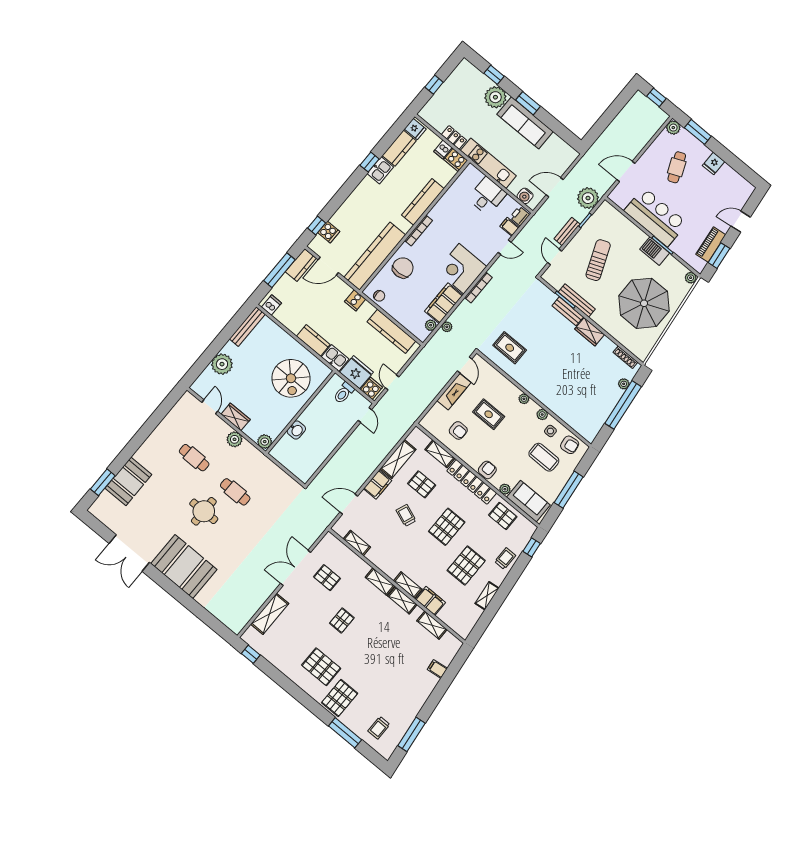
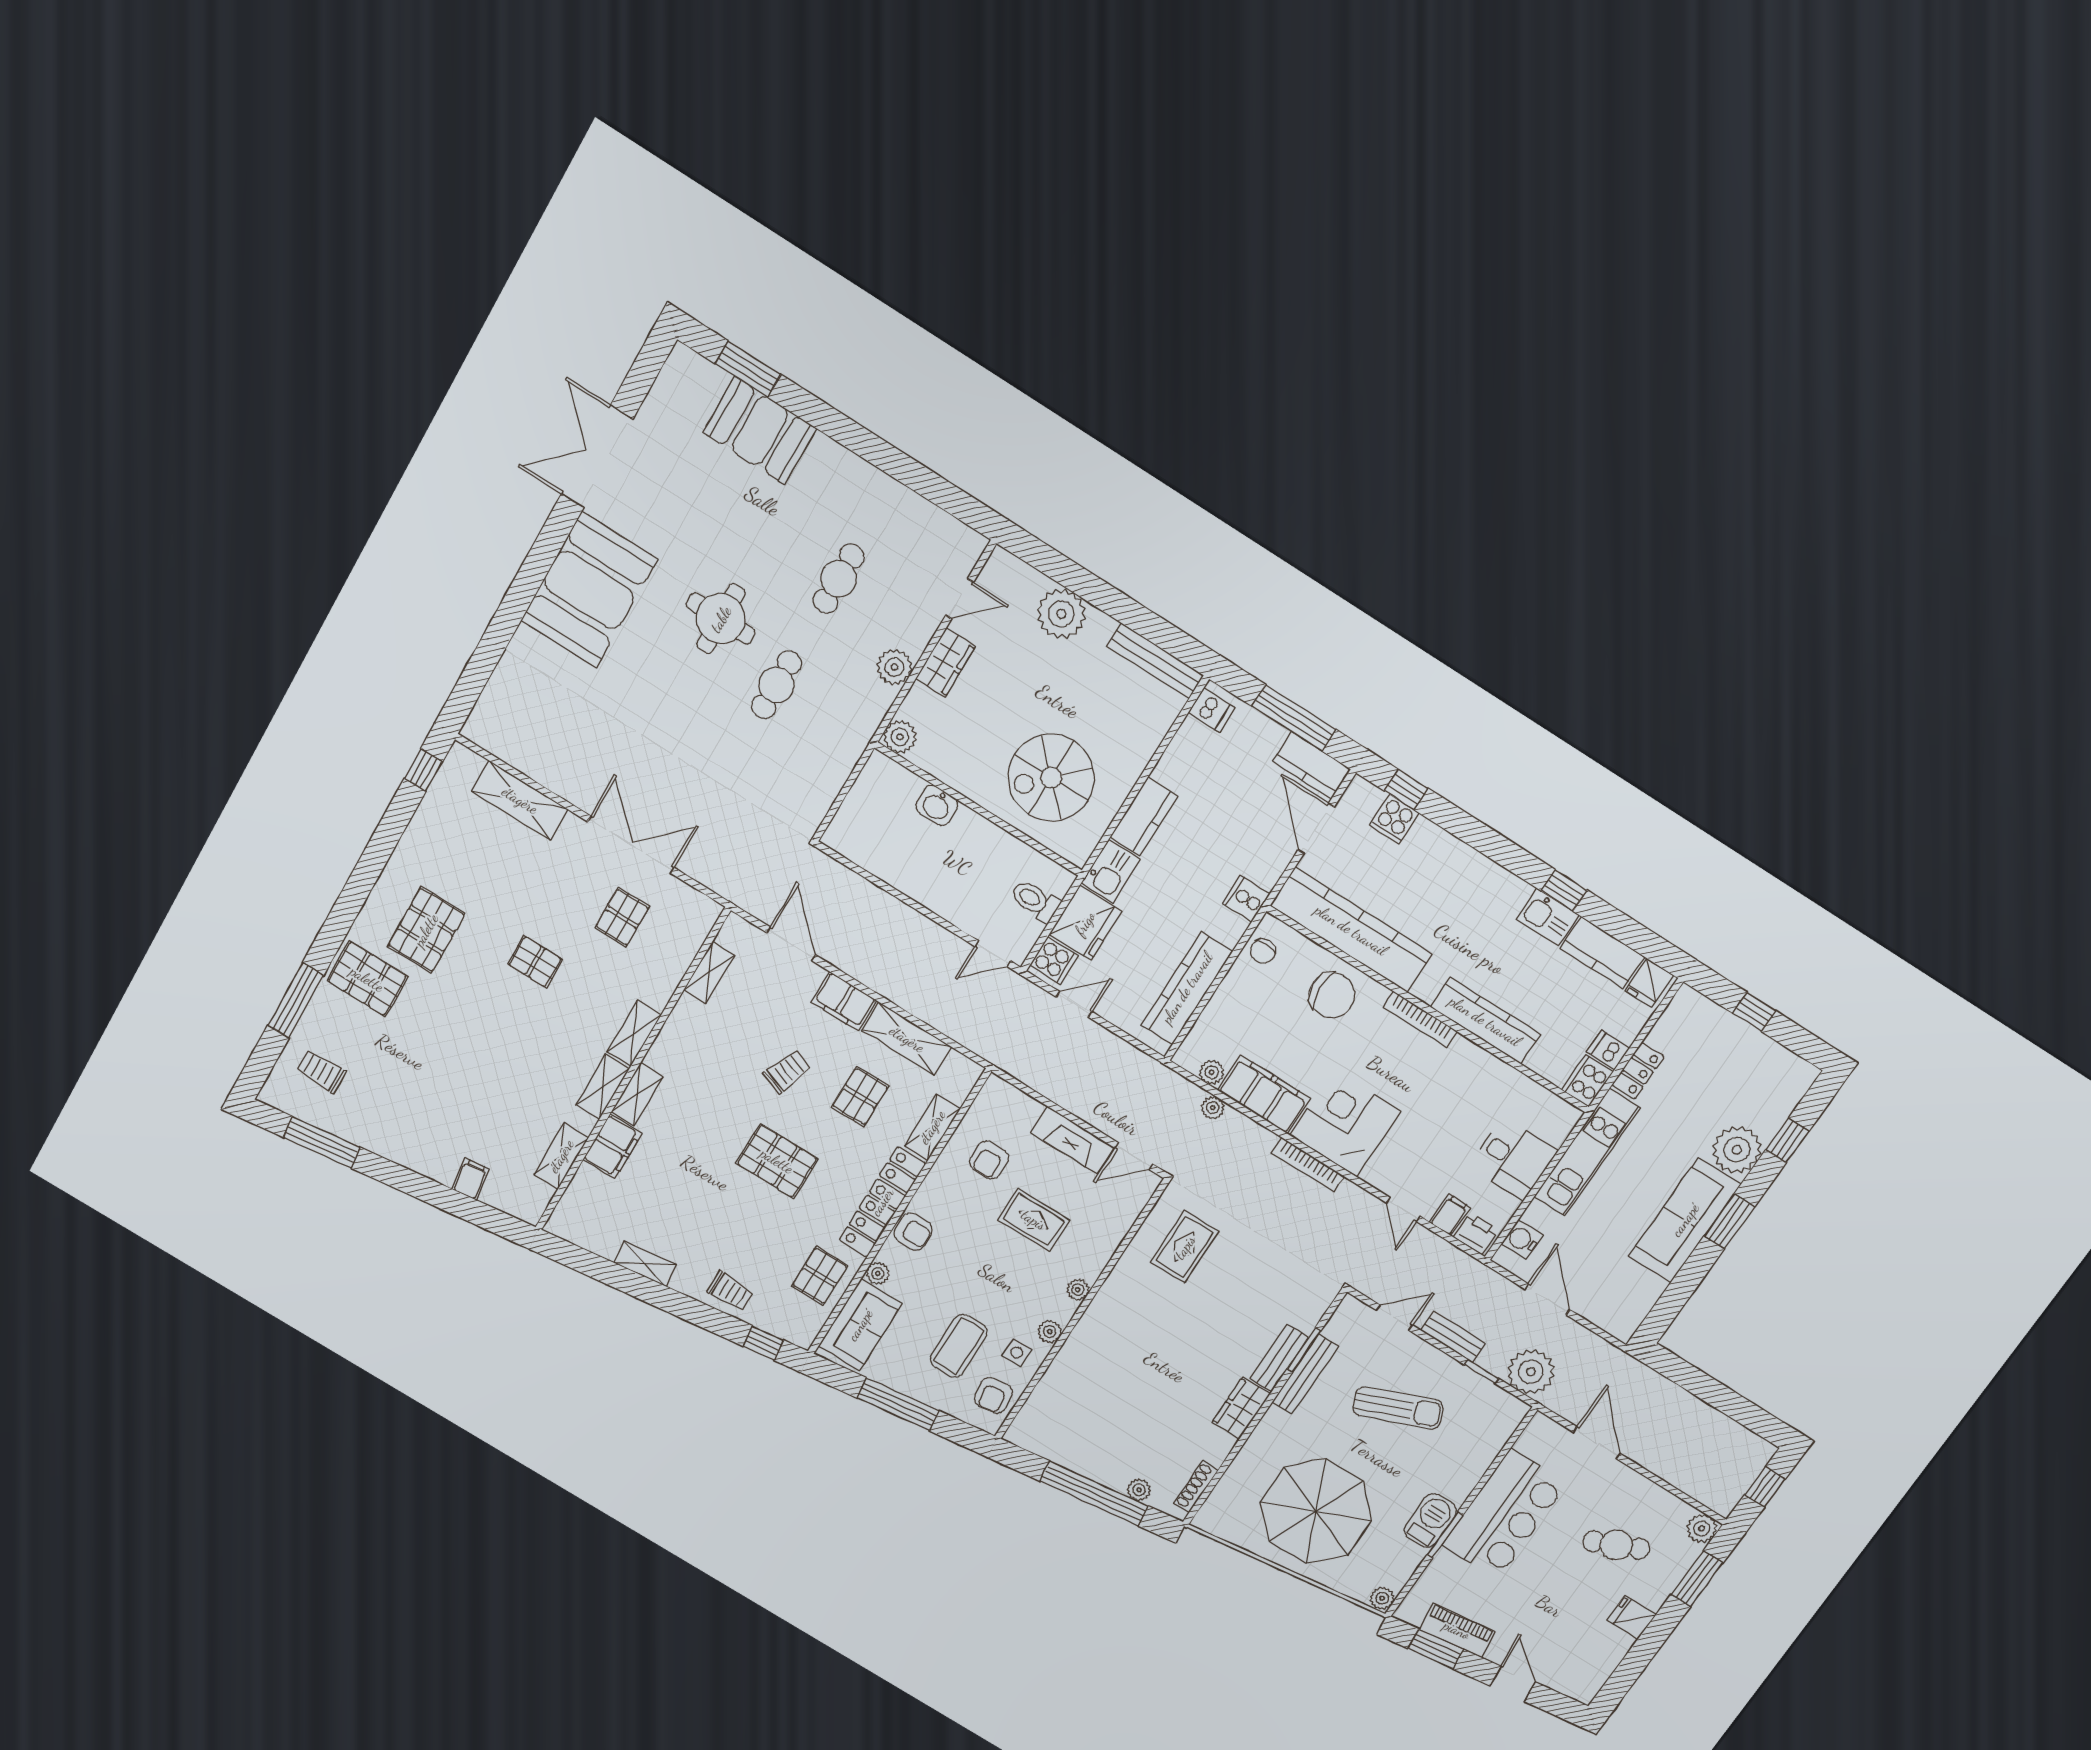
rug: (489, 414) -> (1034, 1220), turned 90
pallet: (466, 566) -> (701, 1212), removed

